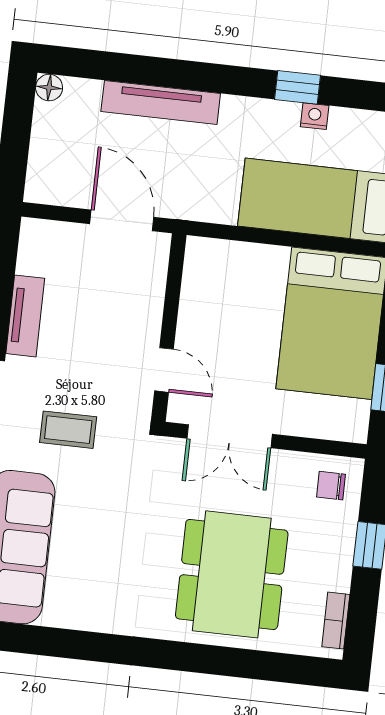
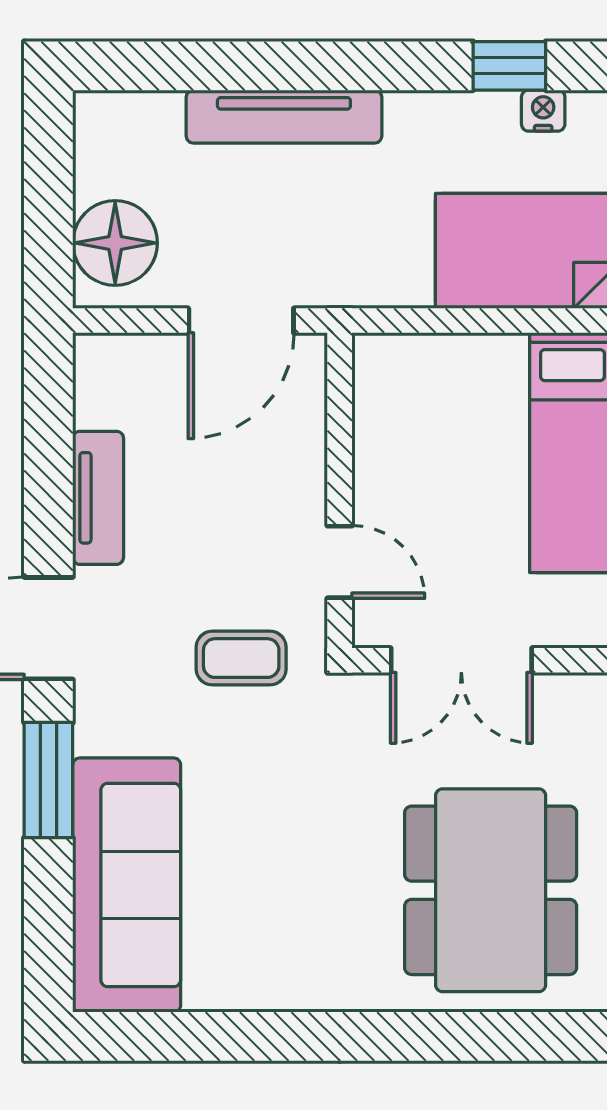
floor lamp: (49, 88) -> (115, 243), moved, width x1.89, depth x1.89
door: (122, 220) -> (241, 321), swing flipped
coffee table: (68, 430) -> (241, 658), moved

